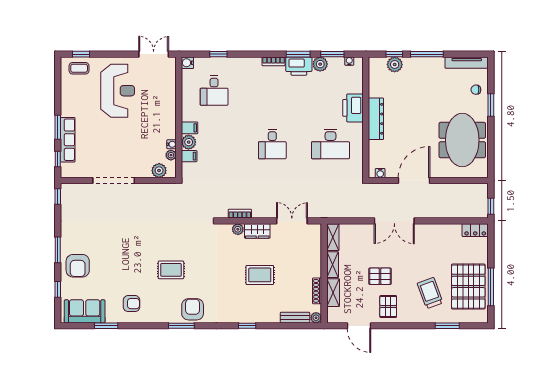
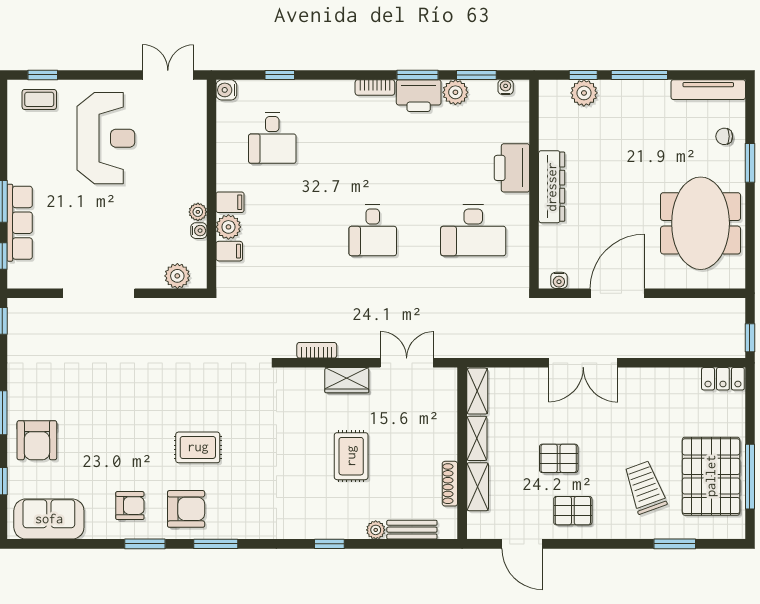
plant: (171, 155) -> (198, 212), moved
plant: (238, 229) -> (313, 377), removed
rug: (260, 275) -> (351, 456), turned 90
pallet: (388, 307) -> (573, 511), turned 90
armchair: (193, 309) -> (186, 509), moved, turned 90
plant: (316, 318) -> (376, 530), moved
window: (106, 326) -> (145, 544), moved

